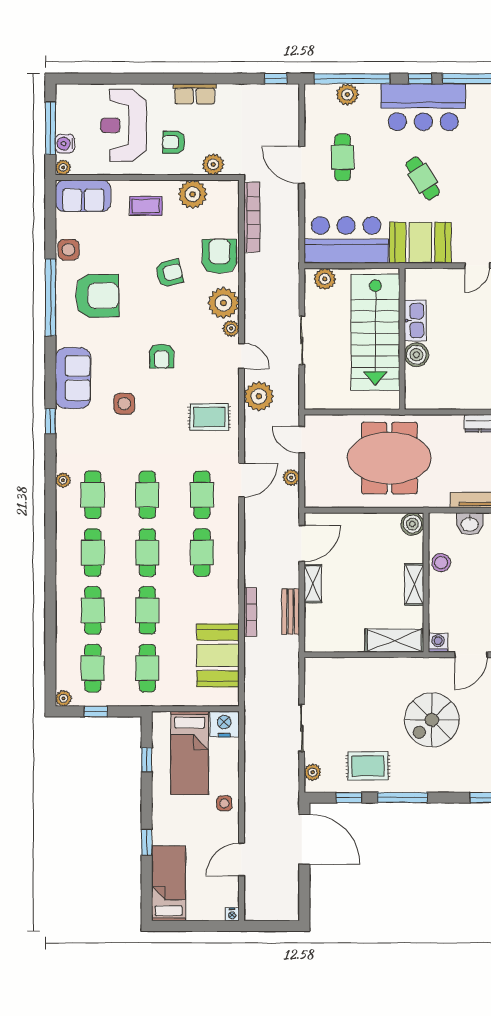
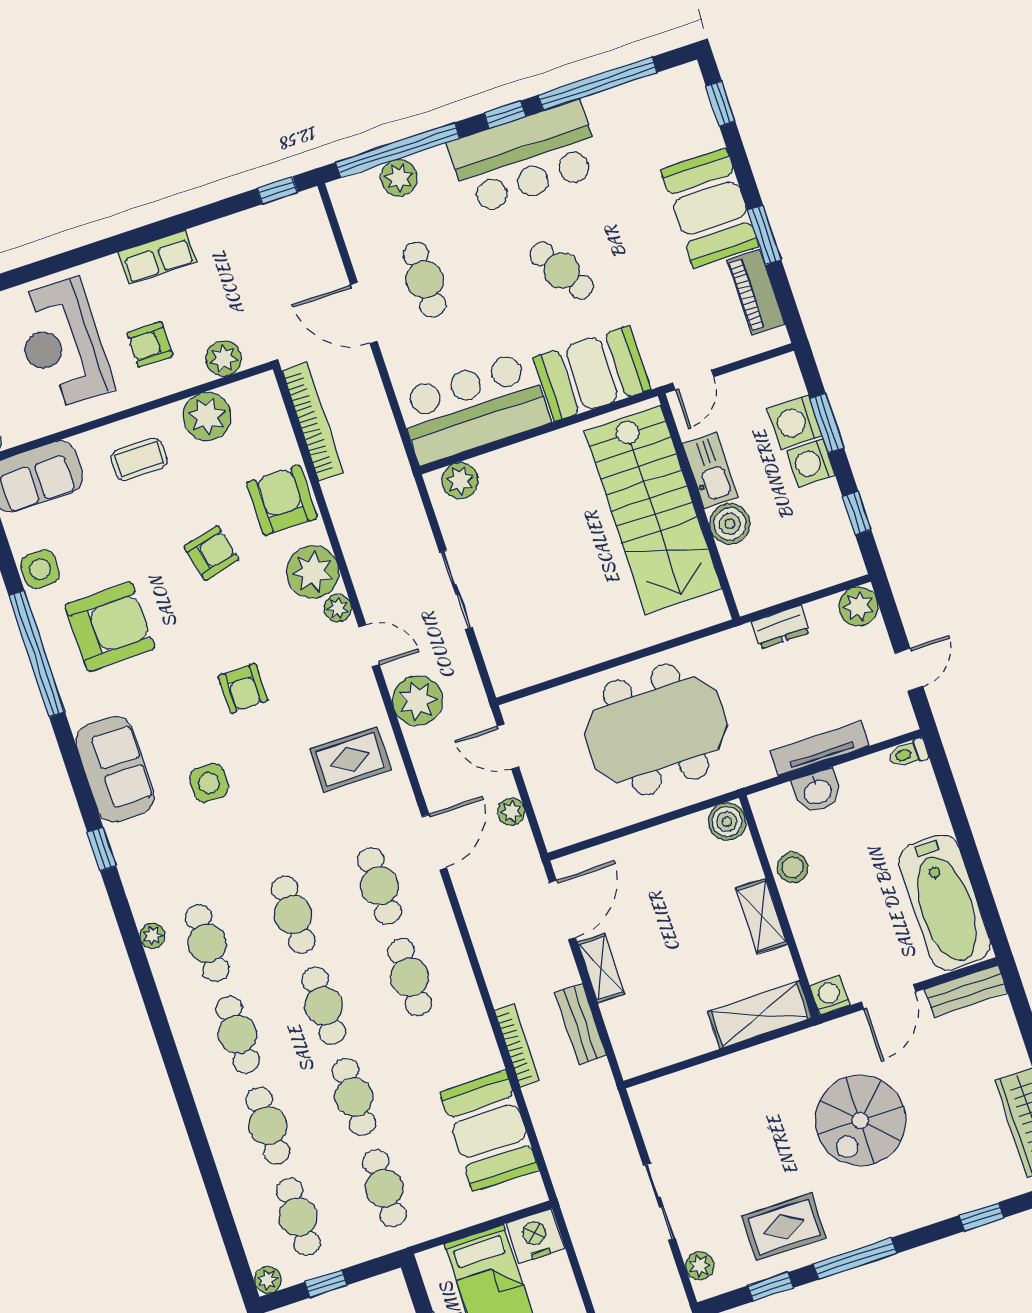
kitchen sink: (415, 321) -> (710, 470), moved
stairs: (375, 332) -> (653, 510), moved
wall: (402, 339) -> (699, 506), moved
boiler: (416, 355) -> (730, 524), moved

